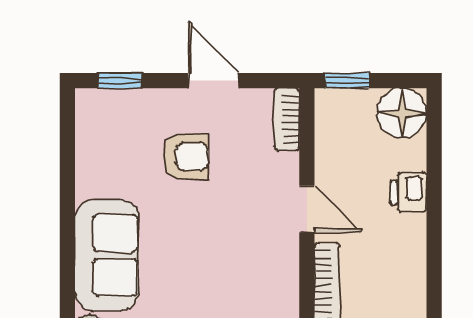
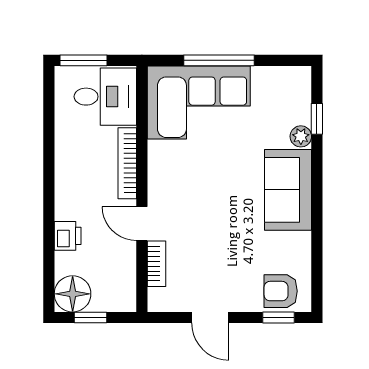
window: (347, 81) -> (90, 318), moved
bookcase: (287, 119) -> (156, 264), moved
armchair: (186, 156) -> (281, 291), moved

